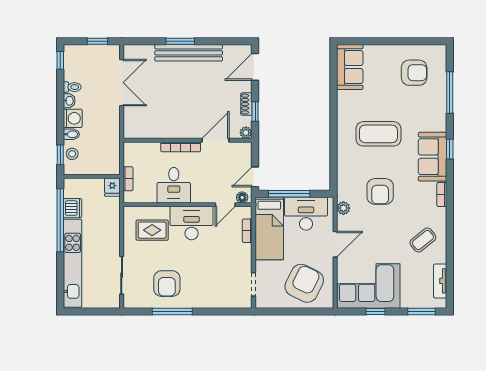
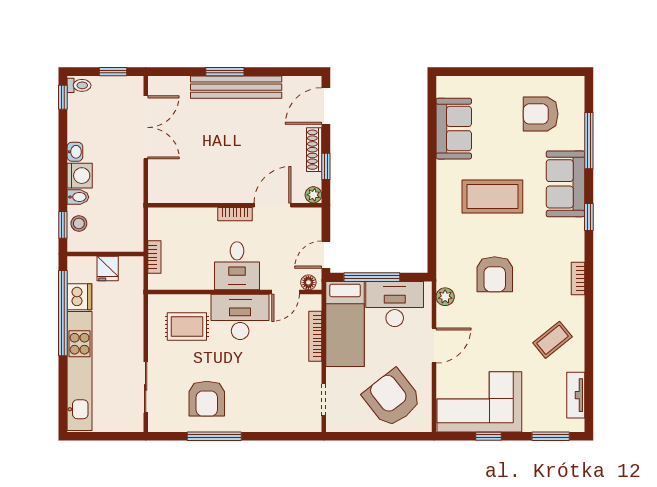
sofa: (350, 67) -> (454, 129), moved
armchair: (414, 73) -> (541, 114), turned 180
toilet: (72, 87) -> (79, 85), moved
shoe rack: (246, 104) -> (314, 150), width x1.43
bookcase: (181, 147) -> (235, 214), width x0.64
sofa: (433, 157) -> (565, 184), moved
desk: (174, 185) -> (237, 266), moved
fridge: (112, 187) -> (108, 268), moved
bookcase: (247, 231) -> (315, 336), width x1.56
armchair: (304, 283) -> (392, 398), turned -64

